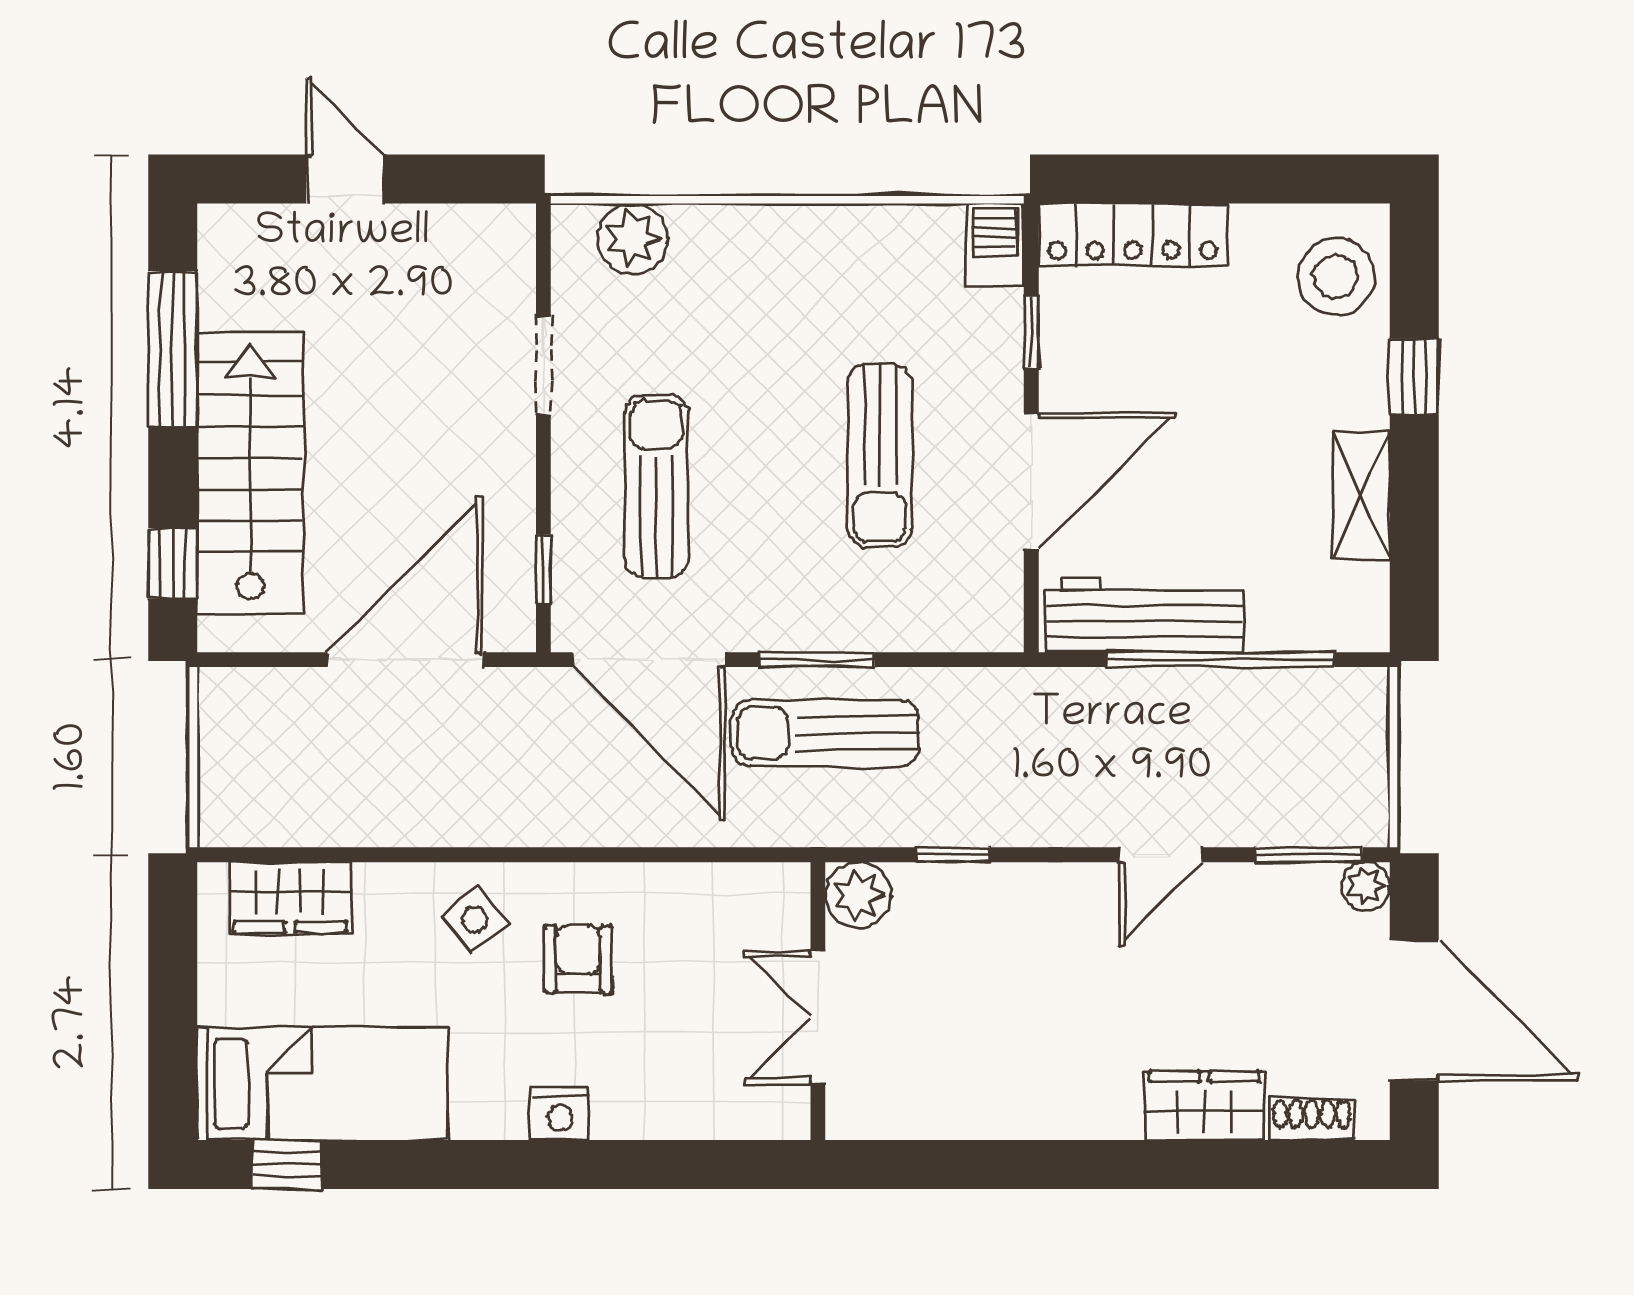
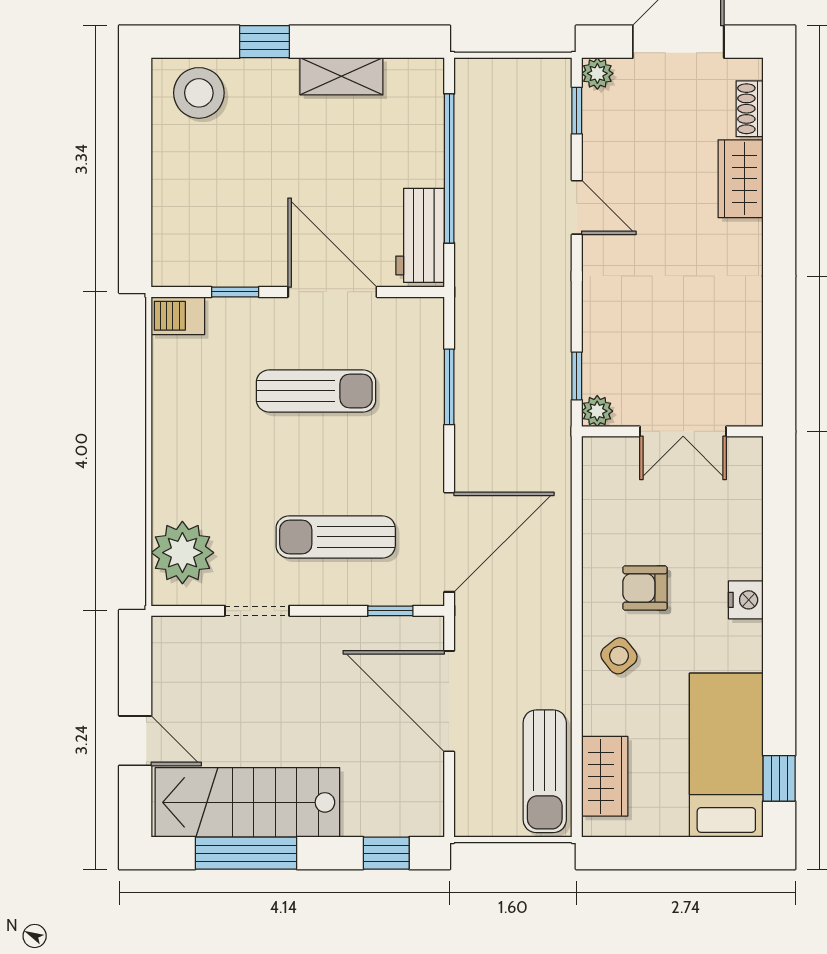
door: (345, 179) -> (135, 741), swing flipped
locker: (1133, 235) -> (172, 225), removed
plant: (633, 239) -> (182, 553), width x1.36, depth x1.36
stairs: (250, 473) -> (247, 802), moved
workbench: (1145, 615) -> (420, 235), width x0.73
window: (817, 660) -> (449, 387), moved
sun lounger: (826, 733) -> (545, 771), moved
window: (953, 855) -> (577, 376), moved
window: (1309, 855) -> (577, 111), width x0.67
plant: (858, 895) -> (597, 411), width x0.73, depth x0.73

